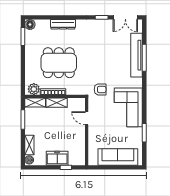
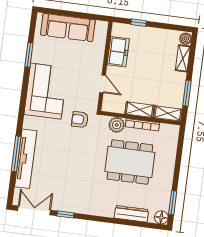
dresser: (63, 24) -> (131, 214), moved
plant: (34, 89) -> (117, 125), moved
freezer: (57, 158) -> (118, 52), moved, turned -90

